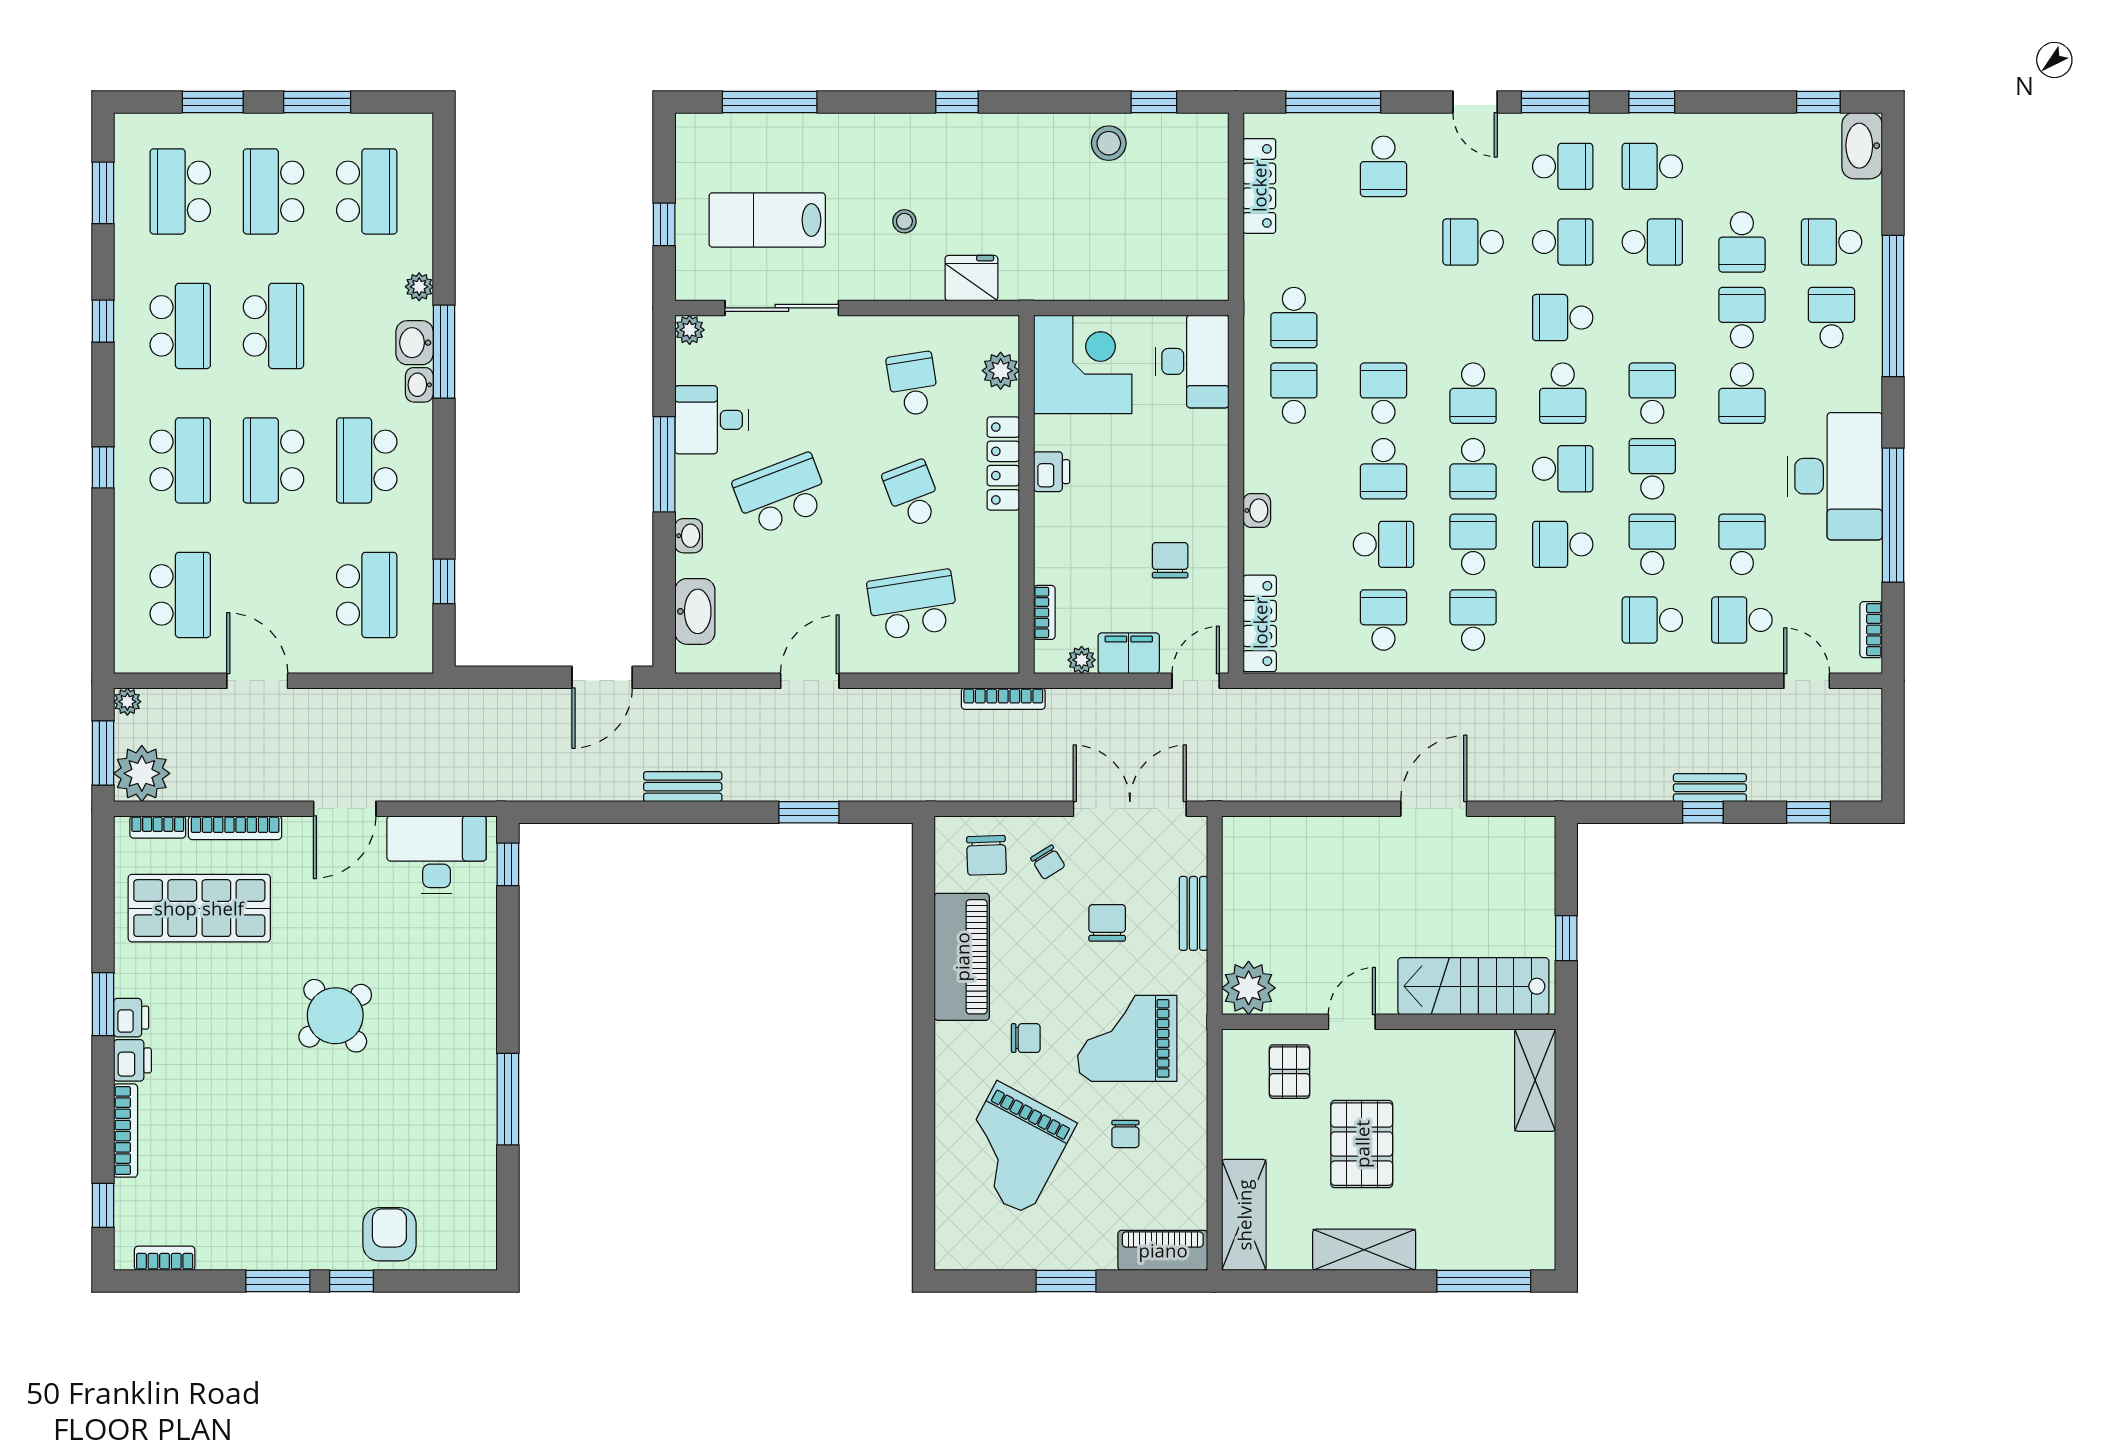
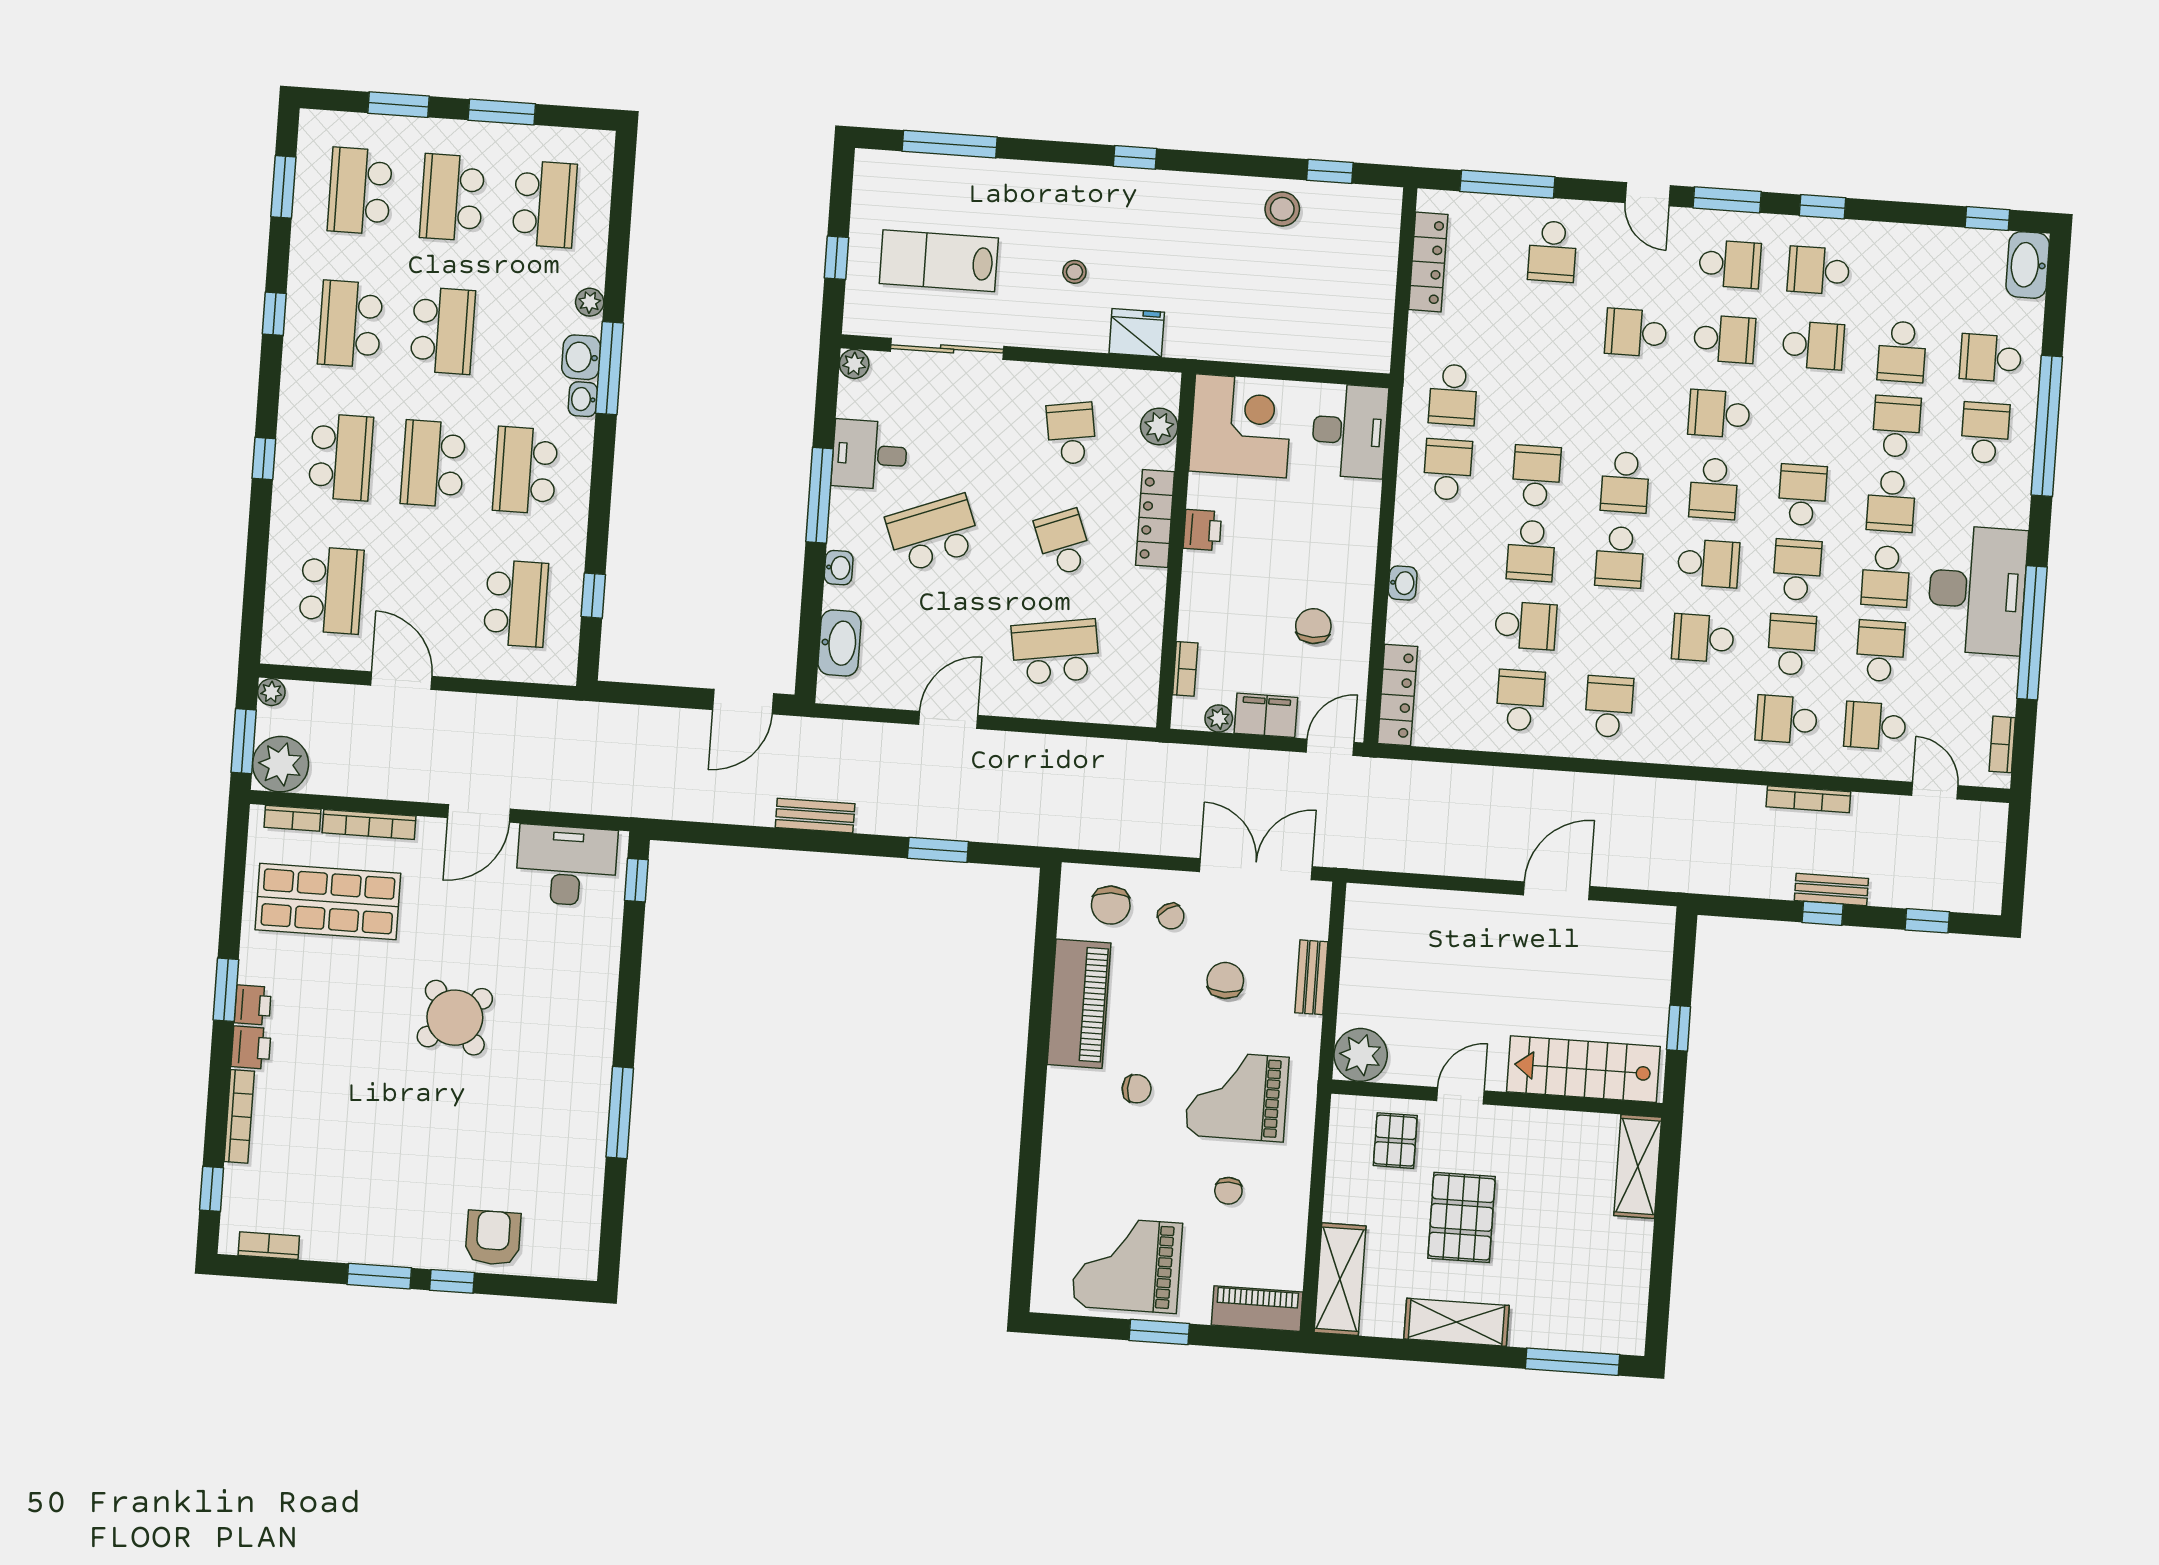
school desk: (180, 326) -> (350, 324), turned 180
school desk: (1473, 544) -> (1886, 576), moved, turned 180
bookcase: (1003, 699) -> (1808, 799), moved
grand piano: (1012, 1148) -> (1127, 1265), moved, turned 62

